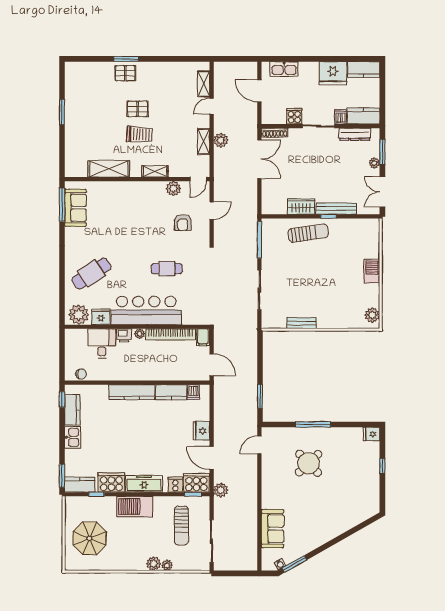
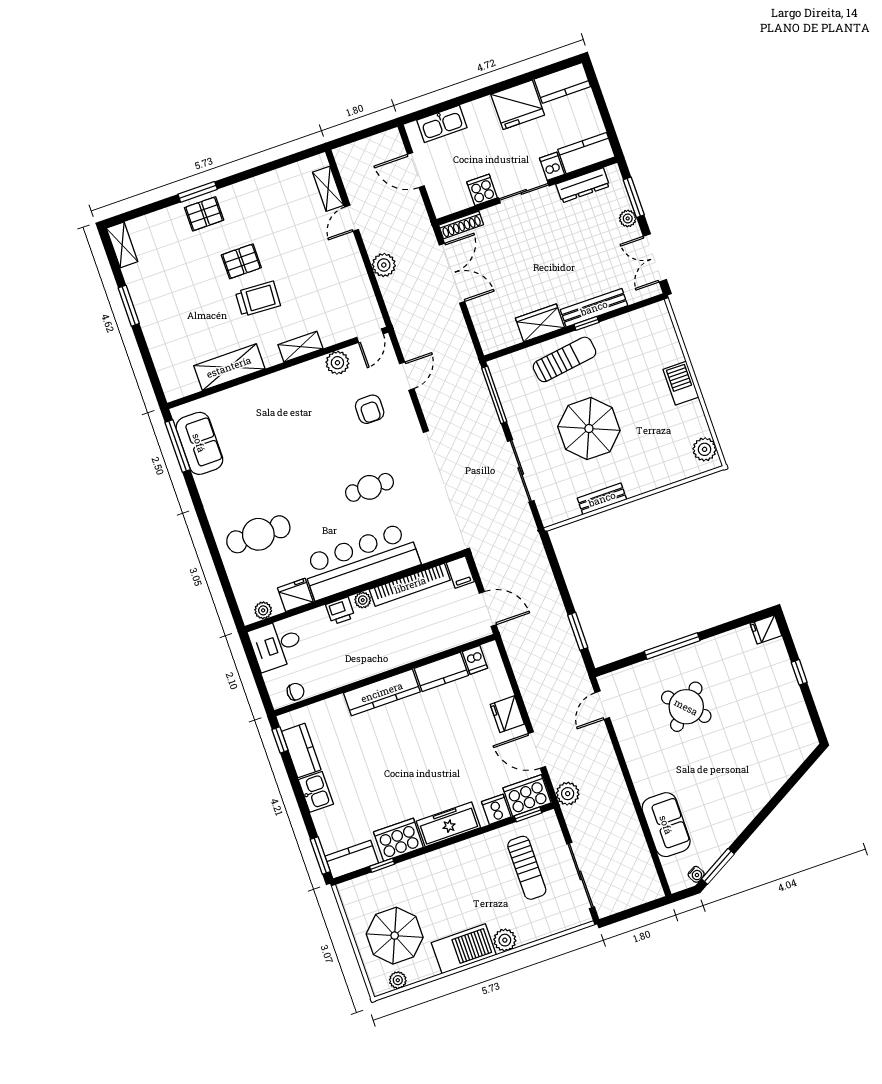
shelving: (204, 141) -> (122, 245), moved
cafe table: (91, 273) -> (258, 534), turned 33
parasol: (308, 279) -> (589, 429), added
plant: (79, 315) -> (263, 610), width x0.53, depth x0.53
desk: (102, 343) -> (276, 645), moved, turned -90
barbecue: (135, 507) -> (464, 949), moved, turned 180
plant: (167, 565) -> (398, 980), moved

